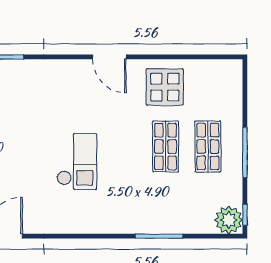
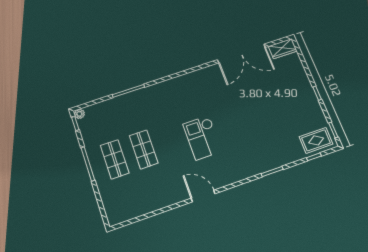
display table: (165, 87) -> (158, 189), removed
checkout: (77, 162) -> (202, 138), moved
plant: (229, 220) -> (79, 114), width x0.53, depth x0.53

